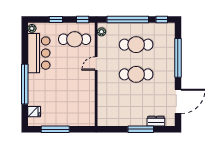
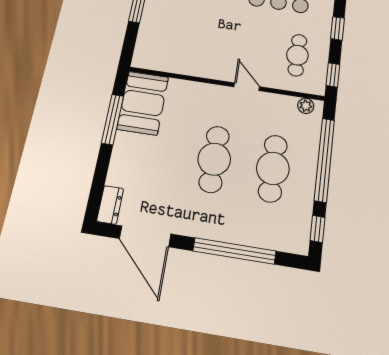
cafe table: (75, 39) -> (297, 55), width x0.73, depth x0.74
booth: (113, 116) -> (143, 103), added
dresser: (156, 121) -> (110, 205), moved
window: (141, 129) -> (113, 119), moved

